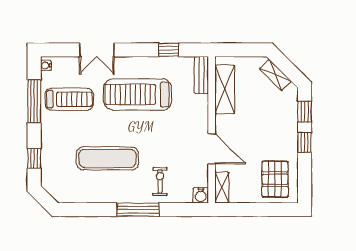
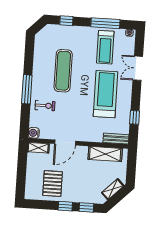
pallet: (275, 179) -> (53, 184), moved, turned 90

